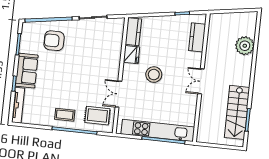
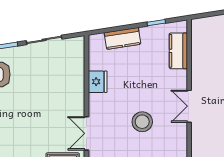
kitchen counter: (133, 32) -> (122, 38), moved, turned 81
stool: (154, 75) -> (142, 122), moved

